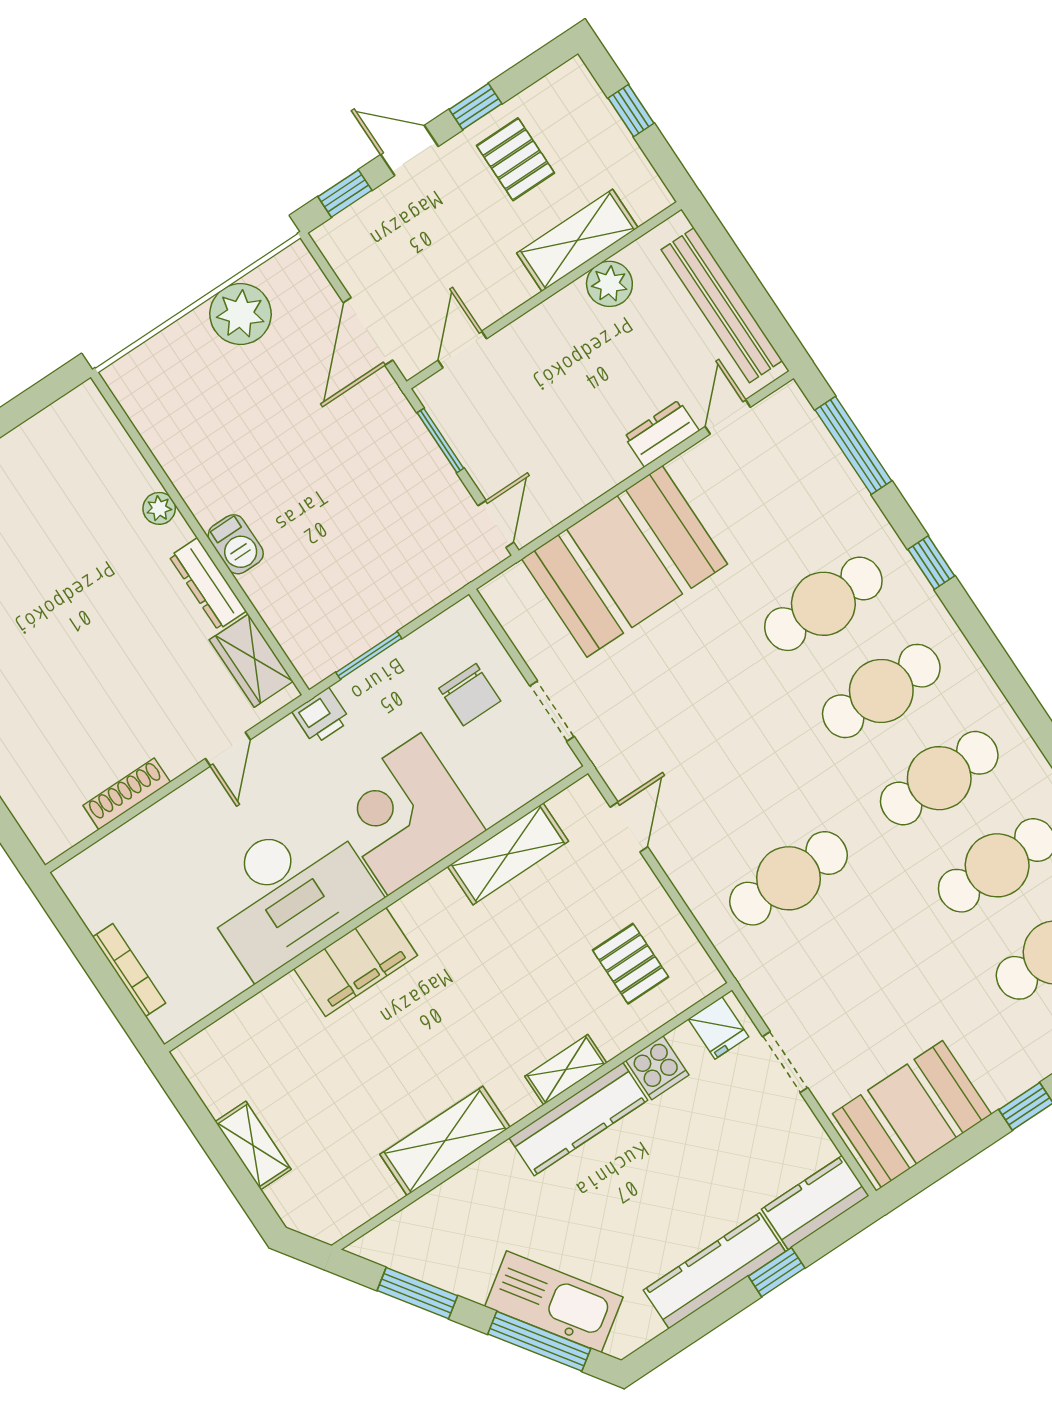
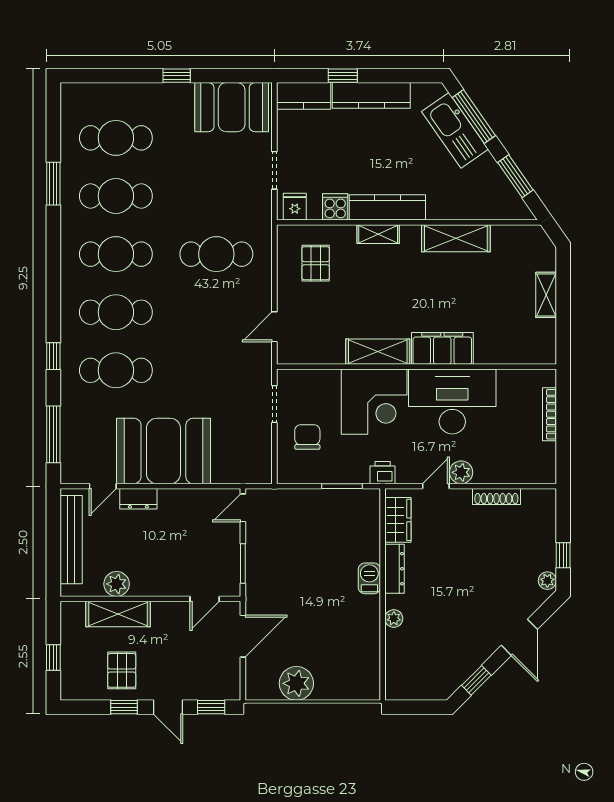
booth: (625, 561) -> (163, 451), moved
plant: (204, 795) -> (461, 472), added
shelving: (508, 854) -> (378, 352), moved

